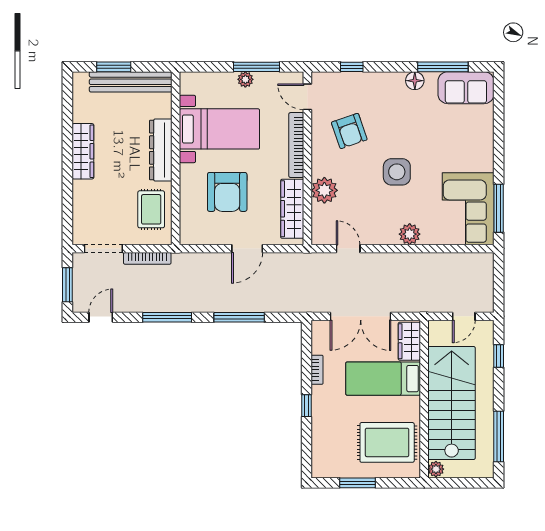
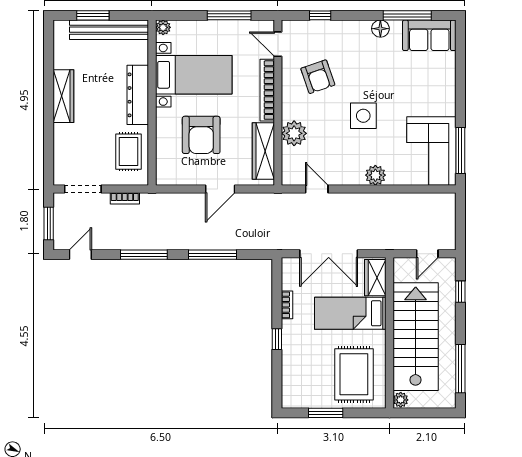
plant: (245, 79) -> (163, 27), moved
bookcase: (147, 258) -> (125, 198), width x0.64
rug: (387, 442) -> (354, 374), turned 90

